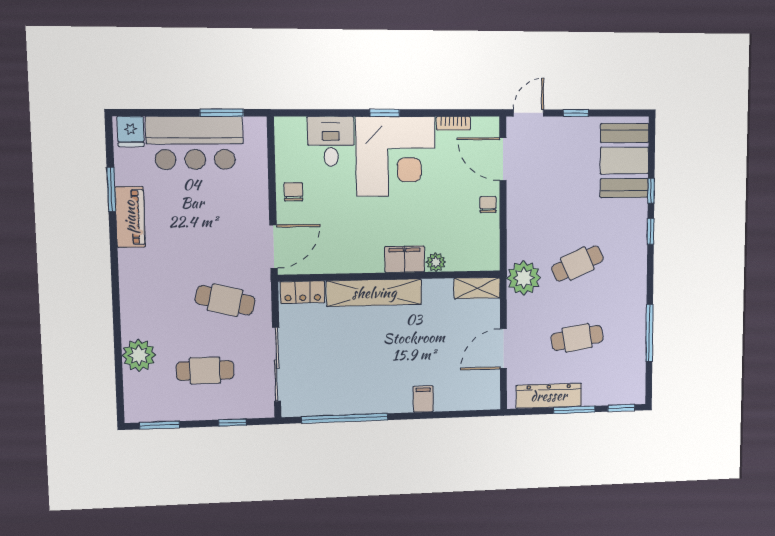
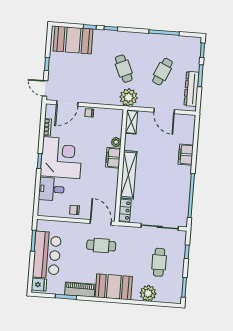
booth: (144, 285) -> (114, 287), added
cafe table: (225, 300) -> (101, 246), moved, turned 76
cafe table: (577, 338) -> (163, 72), turned 33
filing cabinet: (423, 399) -> (186, 155), width x2.00

